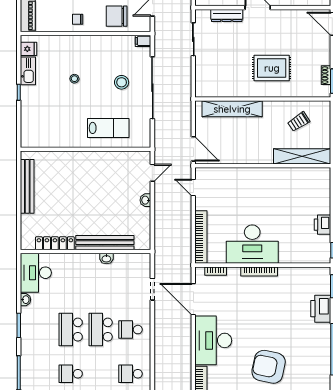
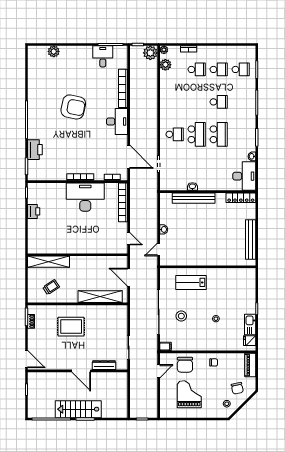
chair: (117, 16) -> (185, 365), turned 90
door: (193, 149) -> (129, 277), moved
locker: (55, 243) -> (241, 198), moved
desk: (213, 340) -> (117, 122), width x0.73, depth x0.77
school desk: (131, 374) -> (175, 102), removed

